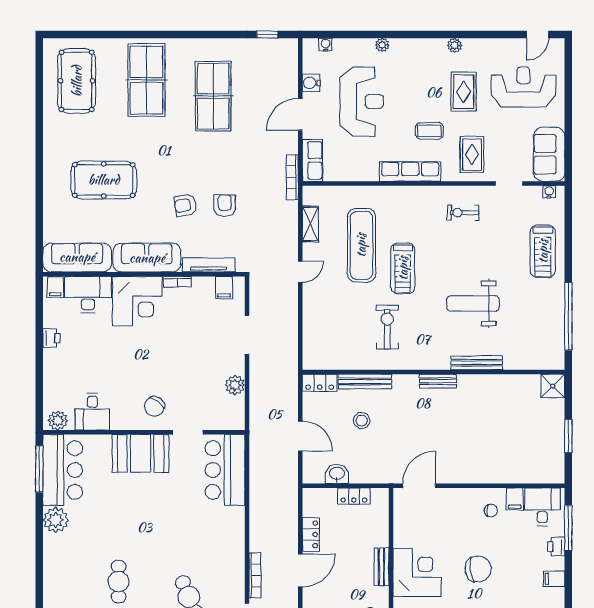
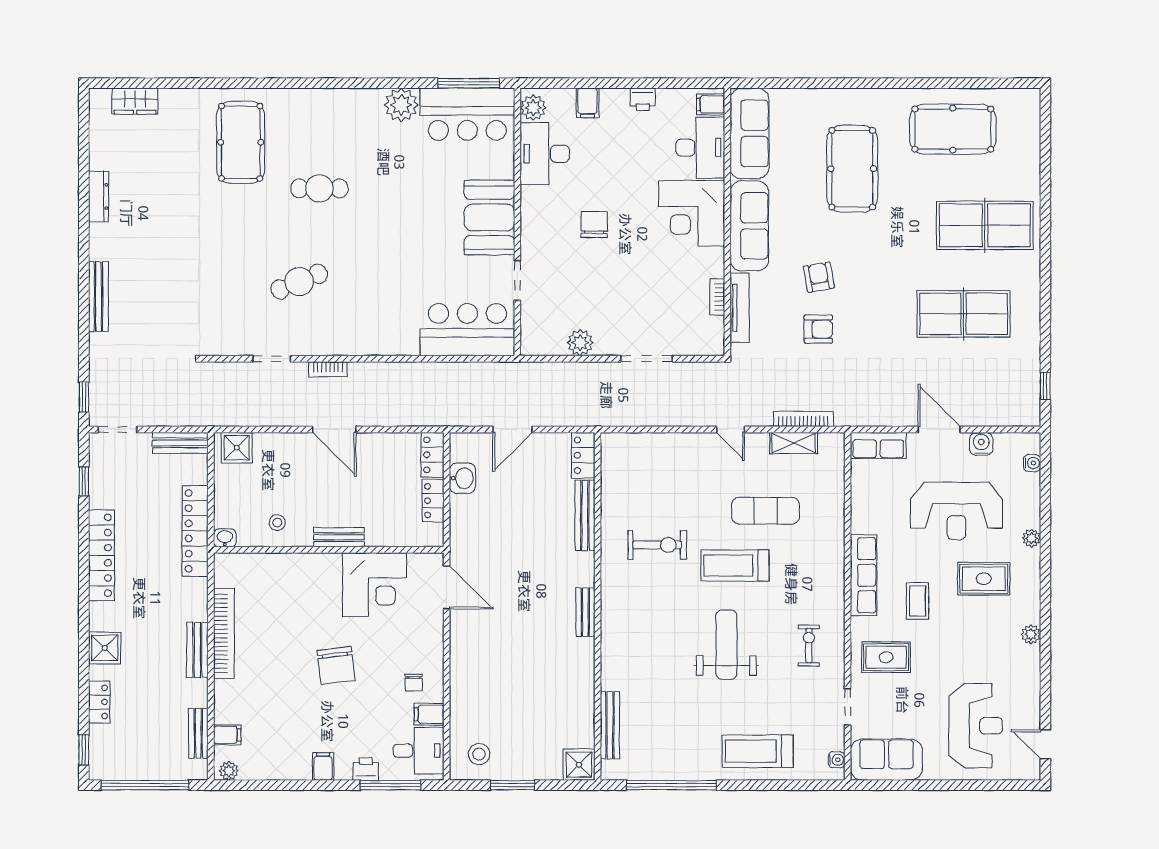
pool table: (77, 81) -> (953, 129), moved
rug: (464, 92) -> (984, 579), moved
bookcase: (292, 177) -> (803, 419), moved
exercise mat: (361, 245) -> (765, 511), width x0.73, depth x0.69
bookcase: (177, 282) -> (717, 297), moved
filing cabinet: (224, 288) -> (587, 103), moved, turned -90
weight bench: (473, 303) -> (726, 645), moved
bench: (477, 363) -> (610, 725), moved
chair: (154, 406) -> (594, 224), moved, turned 54
desk: (92, 412) -> (545, 154), width x1.37
stool: (362, 421) -> (479, 754), moved
locker: (311, 534) -> (432, 455), moved, turned 90
corner desk: (417, 572) -> (375, 585), moved
bookcase: (255, 575) -> (328, 369), width x0.64

